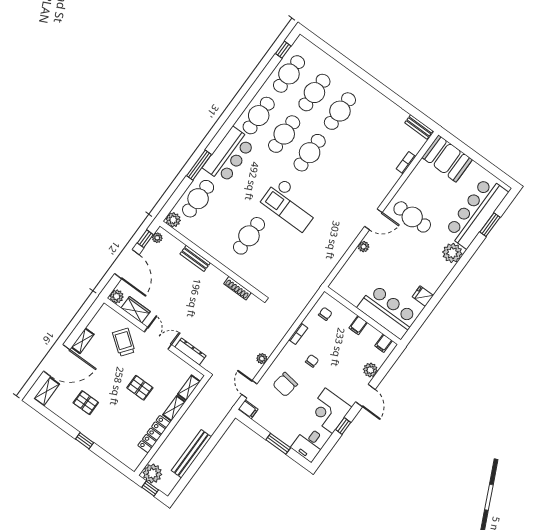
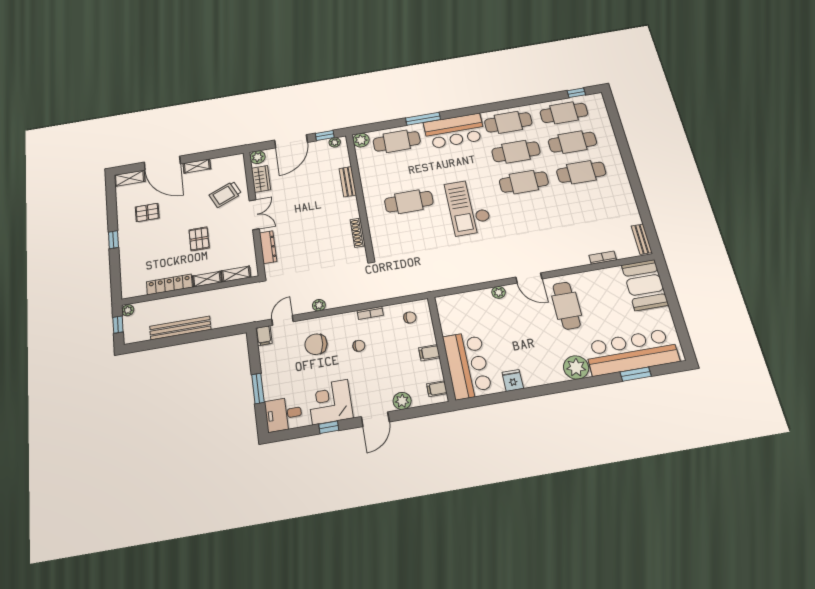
trolley: (124, 342) -> (225, 194), turned -151
pallet: (86, 403) -> (147, 212), turned 90
plant: (152, 473) -> (128, 310), width x0.53, depth x0.53

